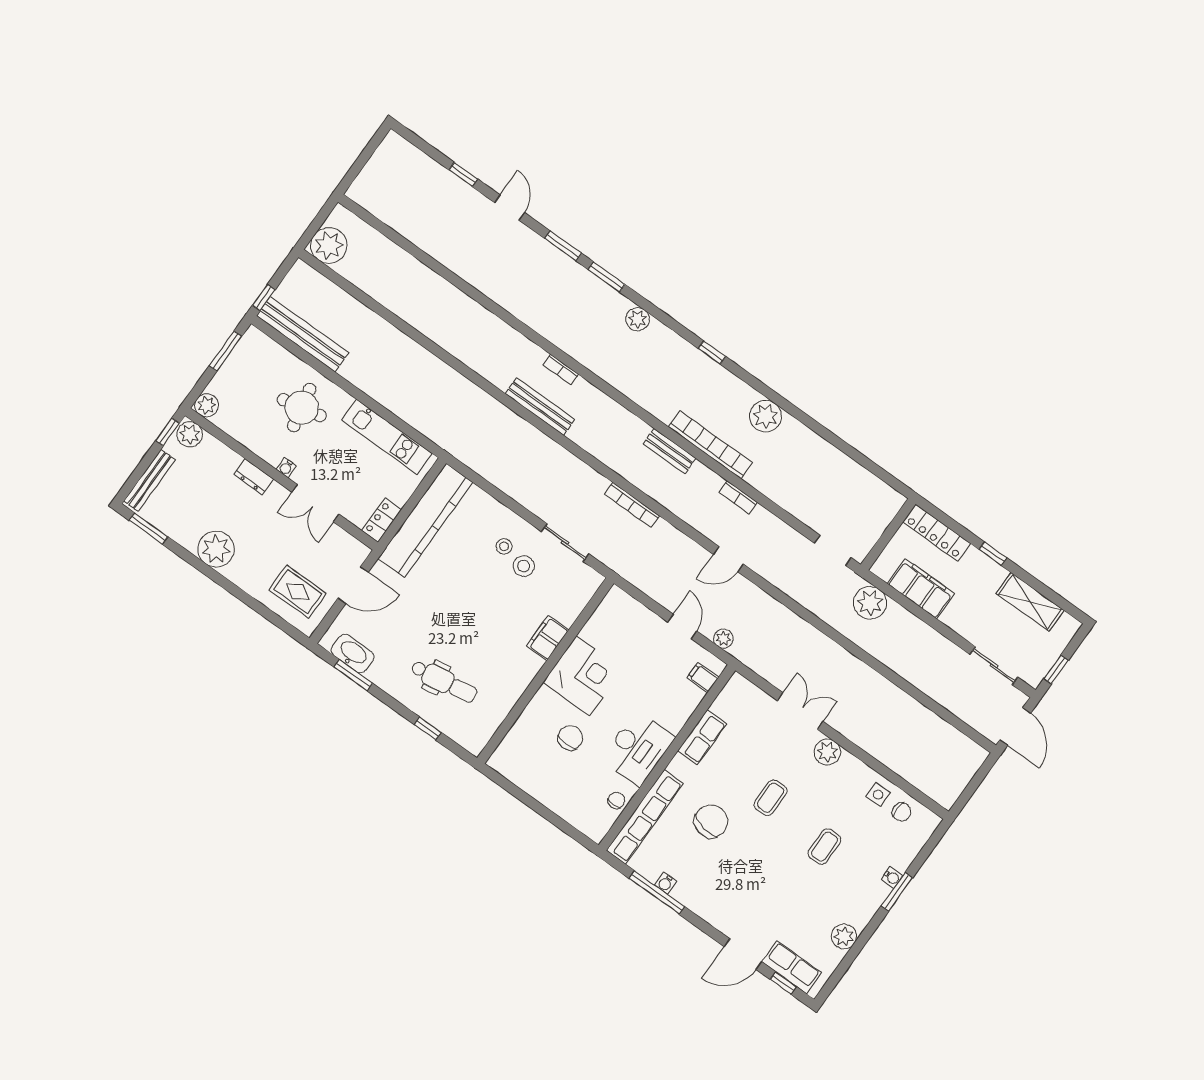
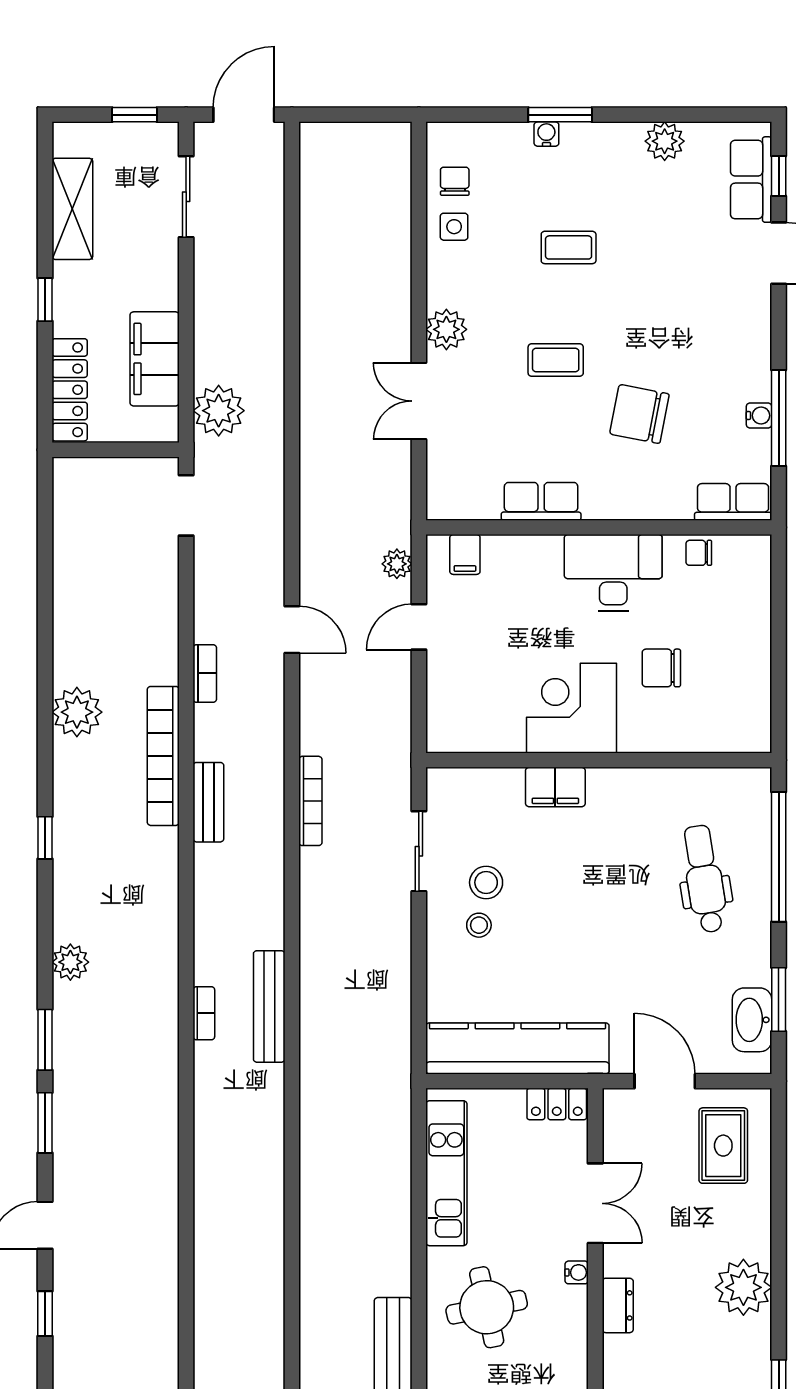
window: (428, 728) -> (779, 857), width x3.17
row of seats: (645, 817) -> (733, 502), width x0.50

